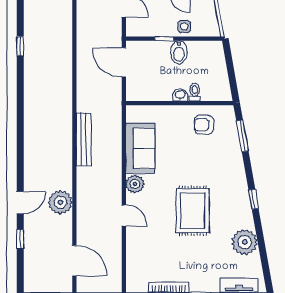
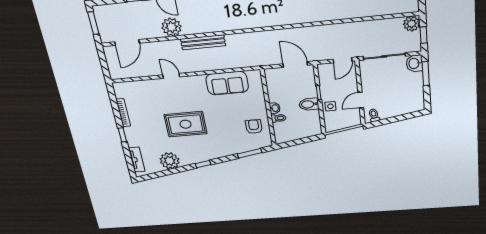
door: (124, 62) -> (295, 65), hinge flipped
bench: (84, 139) -> (203, 42), moved
plant: (135, 184) -> (198, 82), removed
door: (124, 215) -> (171, 76), swing flipped

